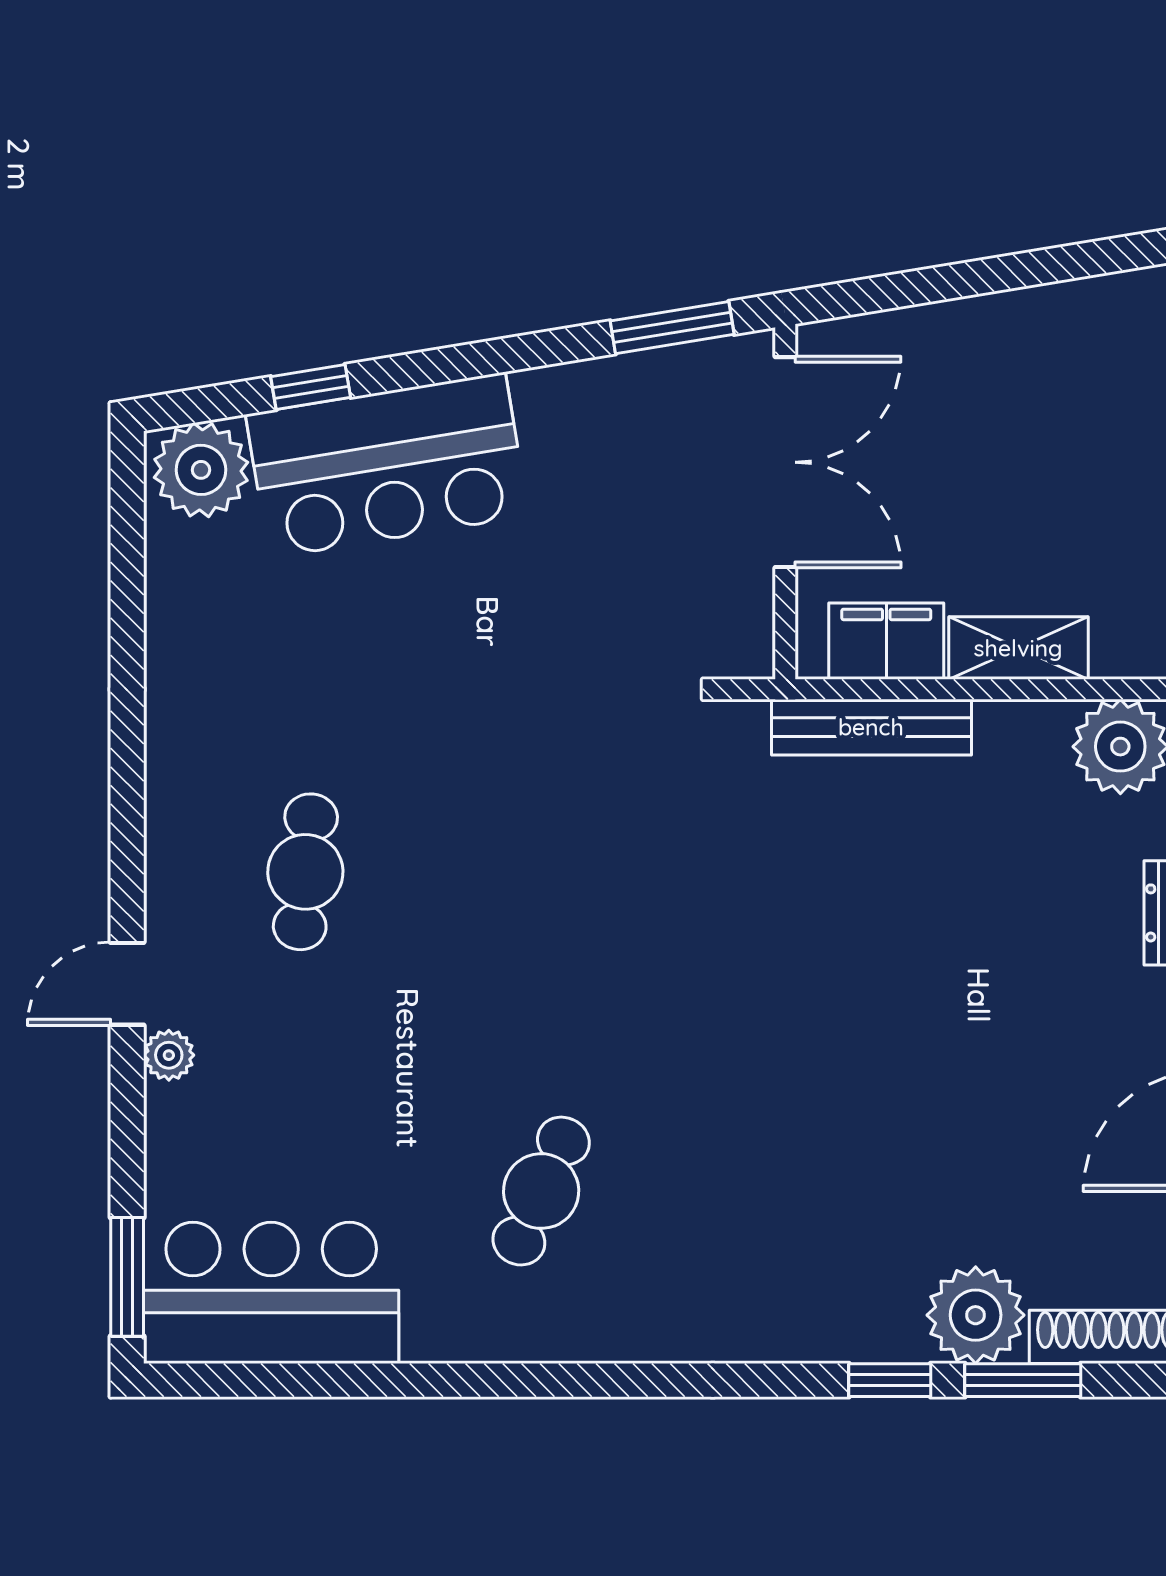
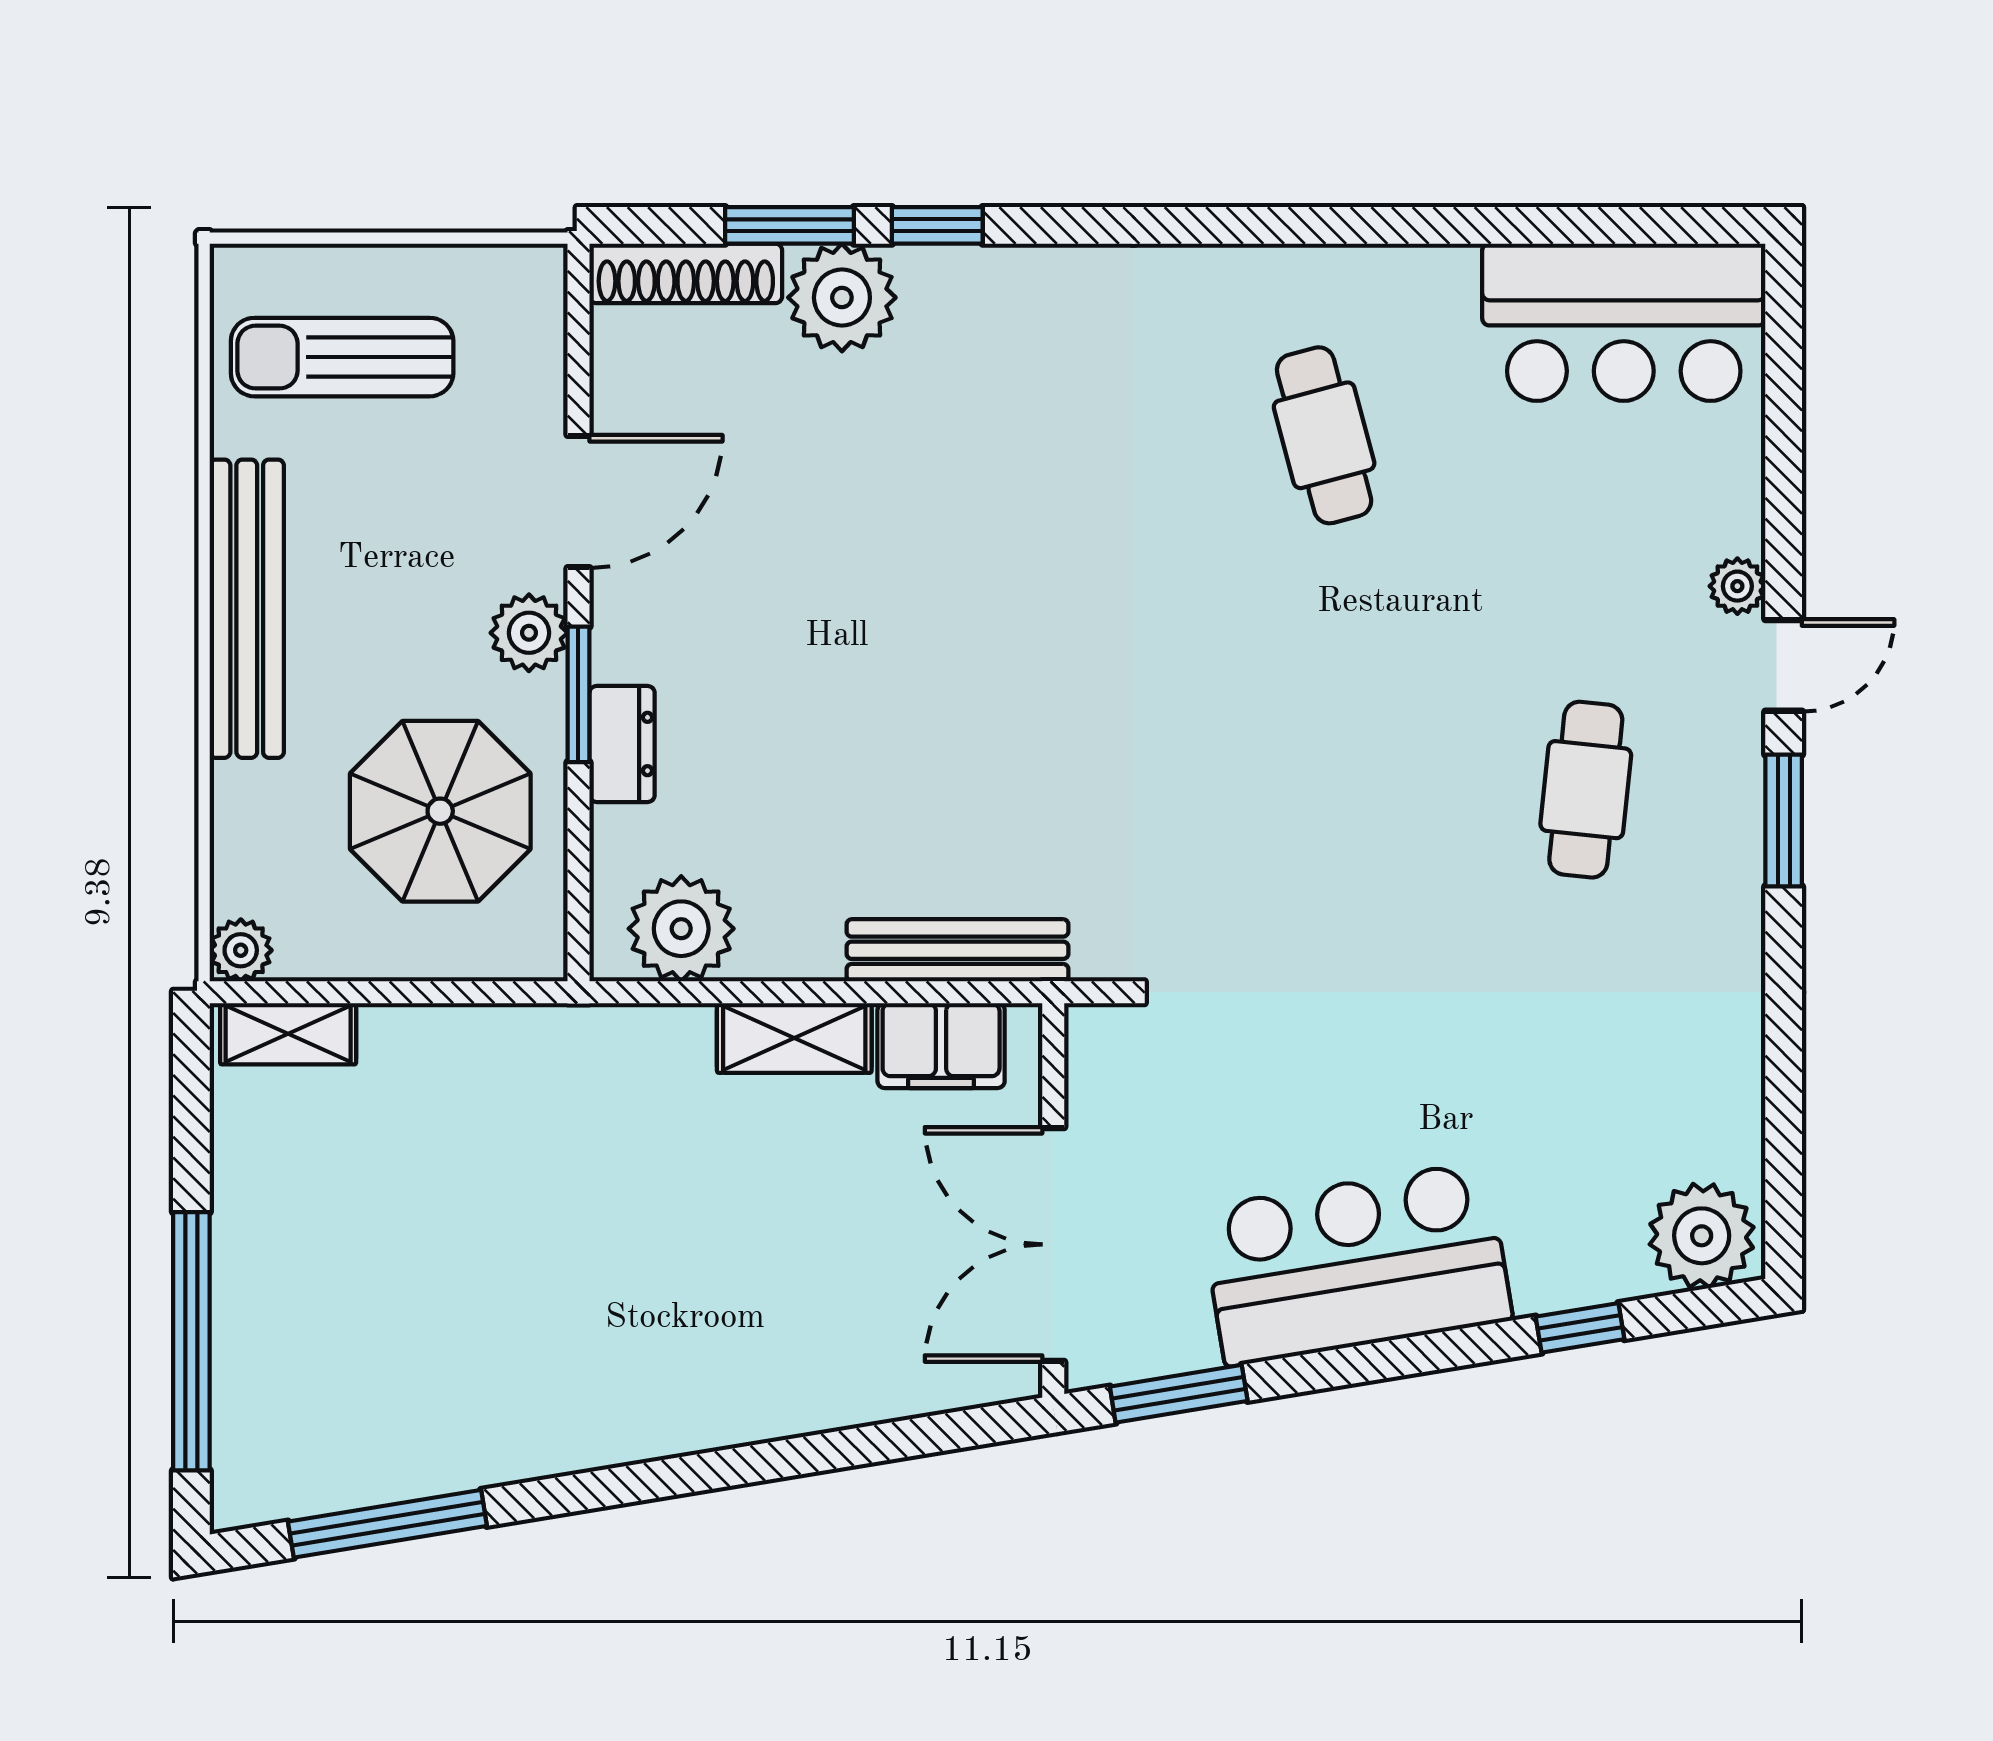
bar counter: (387, 465) -> (1356, 1264), moved
cafe table: (541, 1191) -> (1324, 435), turned -39
window: (127, 1277) -> (1784, 820), moved

